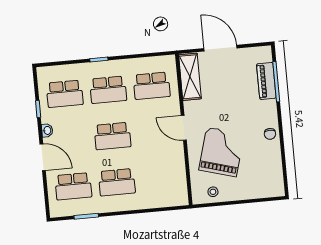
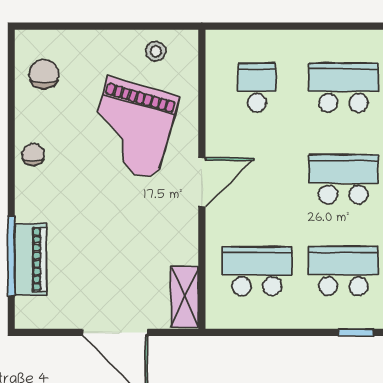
shelving: (190, 77) -> (185, 297), width x0.67, depth x0.75
door: (184, 128) -> (202, 182), hinge flipped
chair: (268, 175) -> (44, 74), added
school desk: (160, 178) -> (257, 88), added

